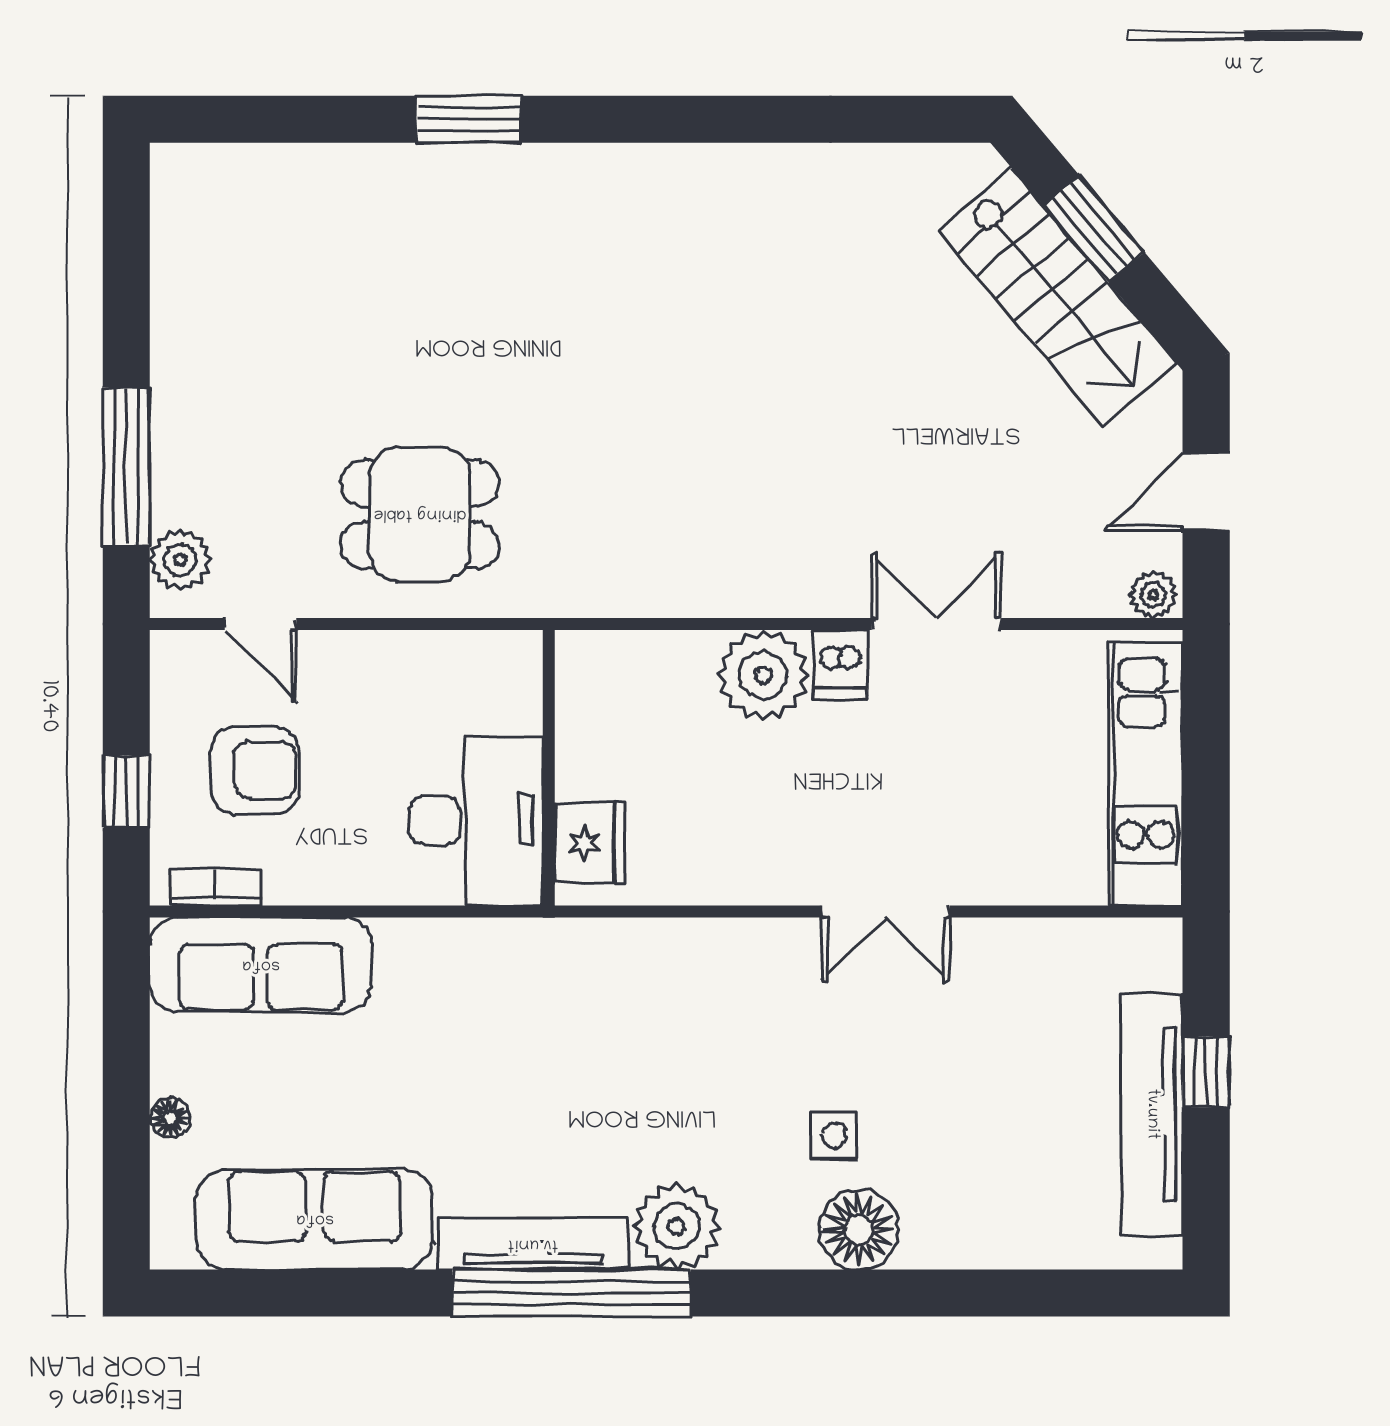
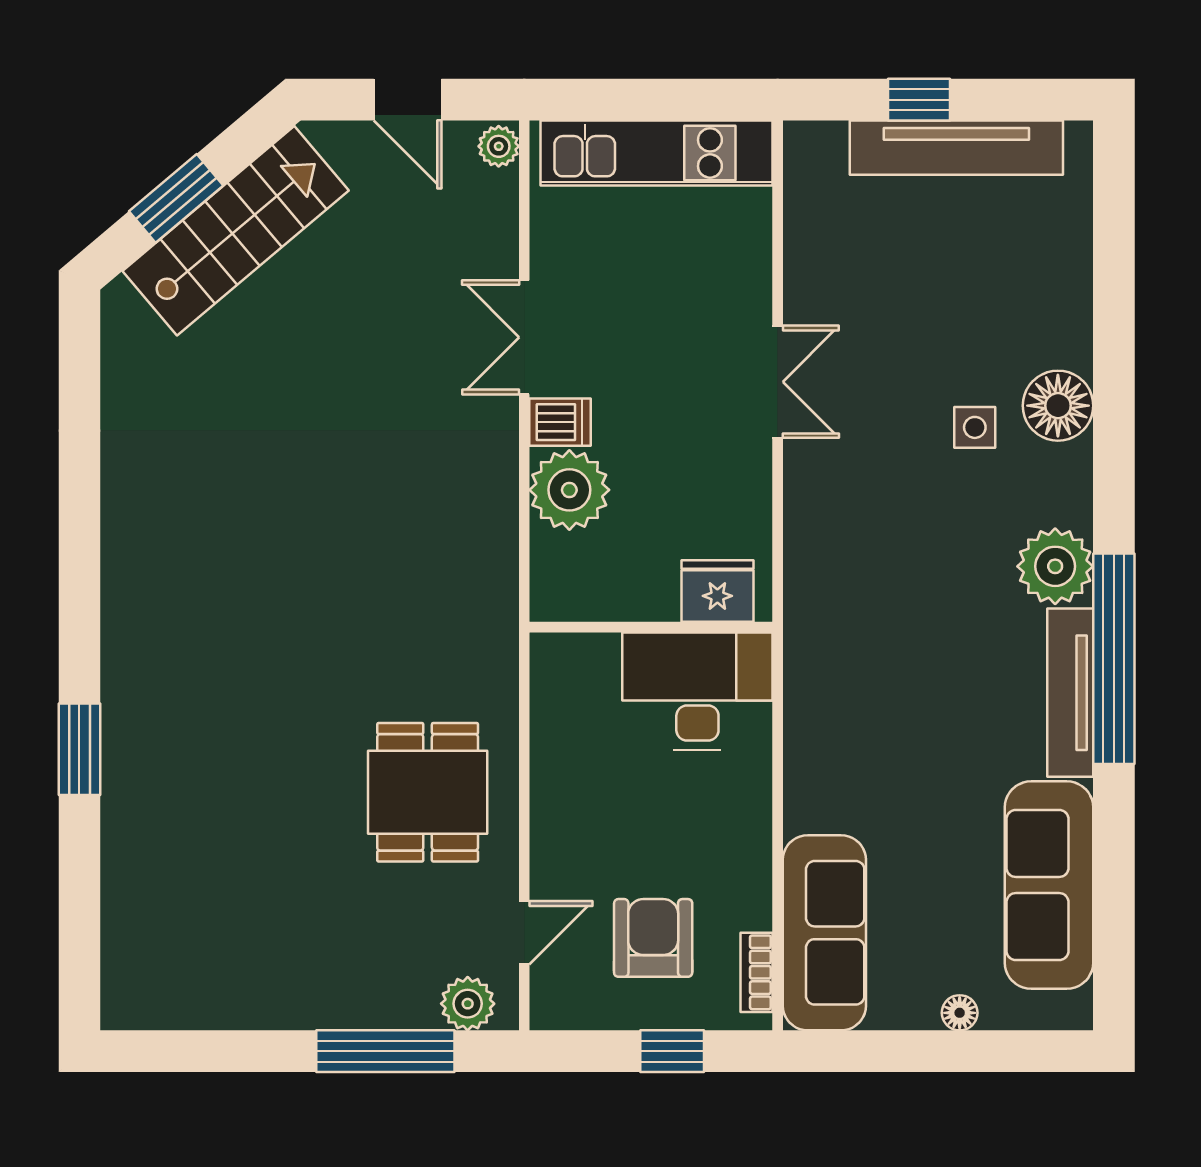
wall: (549, 768) -> (651, 627), moved
desk: (476, 821) -> (697, 691), moved
fridge: (590, 843) -> (717, 591), moved

